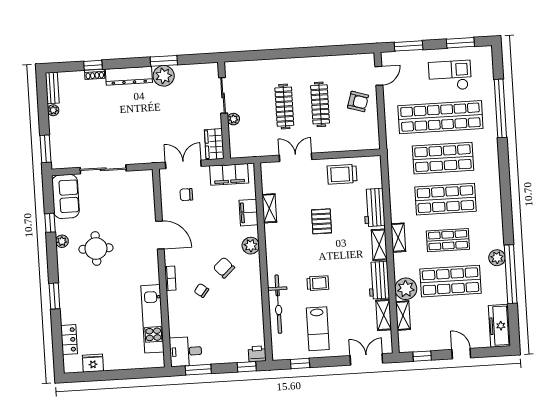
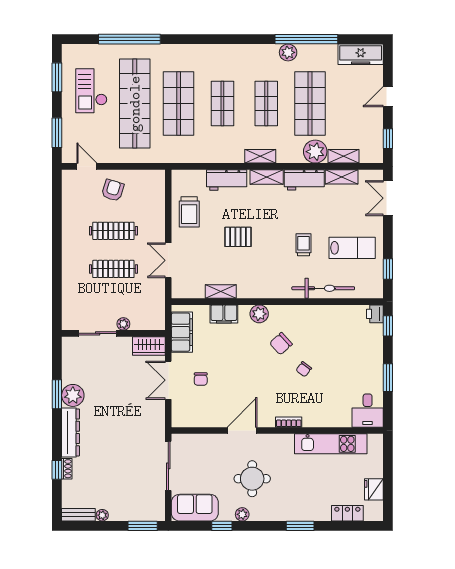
shop shelf: (445, 199) -> (222, 104), width x0.70, depth x0.74
door: (160, 235) -> (242, 430), moved
wall: (162, 268) -> (277, 430), moved
bookcase: (170, 278) -> (289, 422), moved
kitchen unit: (152, 319) -> (331, 444), moved
desk: (186, 351) -> (368, 411), moved

